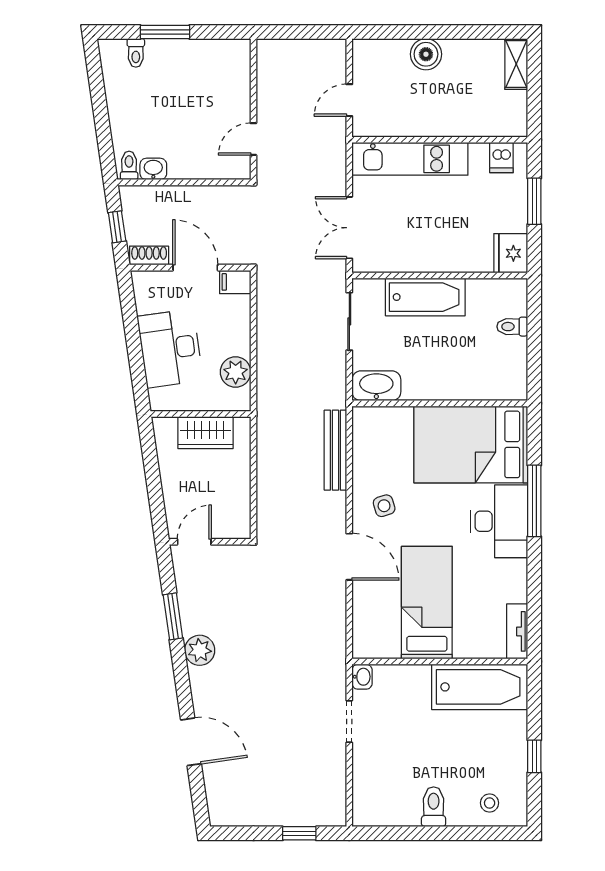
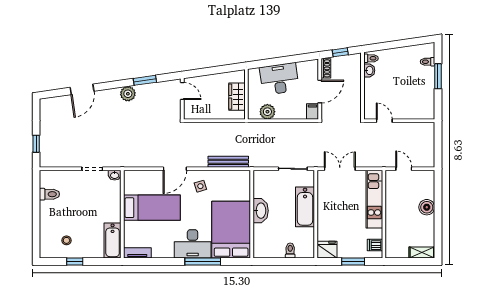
washbasin: (376, 386) -> (261, 211), moved
bathtub: (480, 687) -> (113, 241), width x0.73, depth x0.73
stool: (490, 803) -> (66, 240), moved
toilet: (434, 807) -> (49, 194), moved

